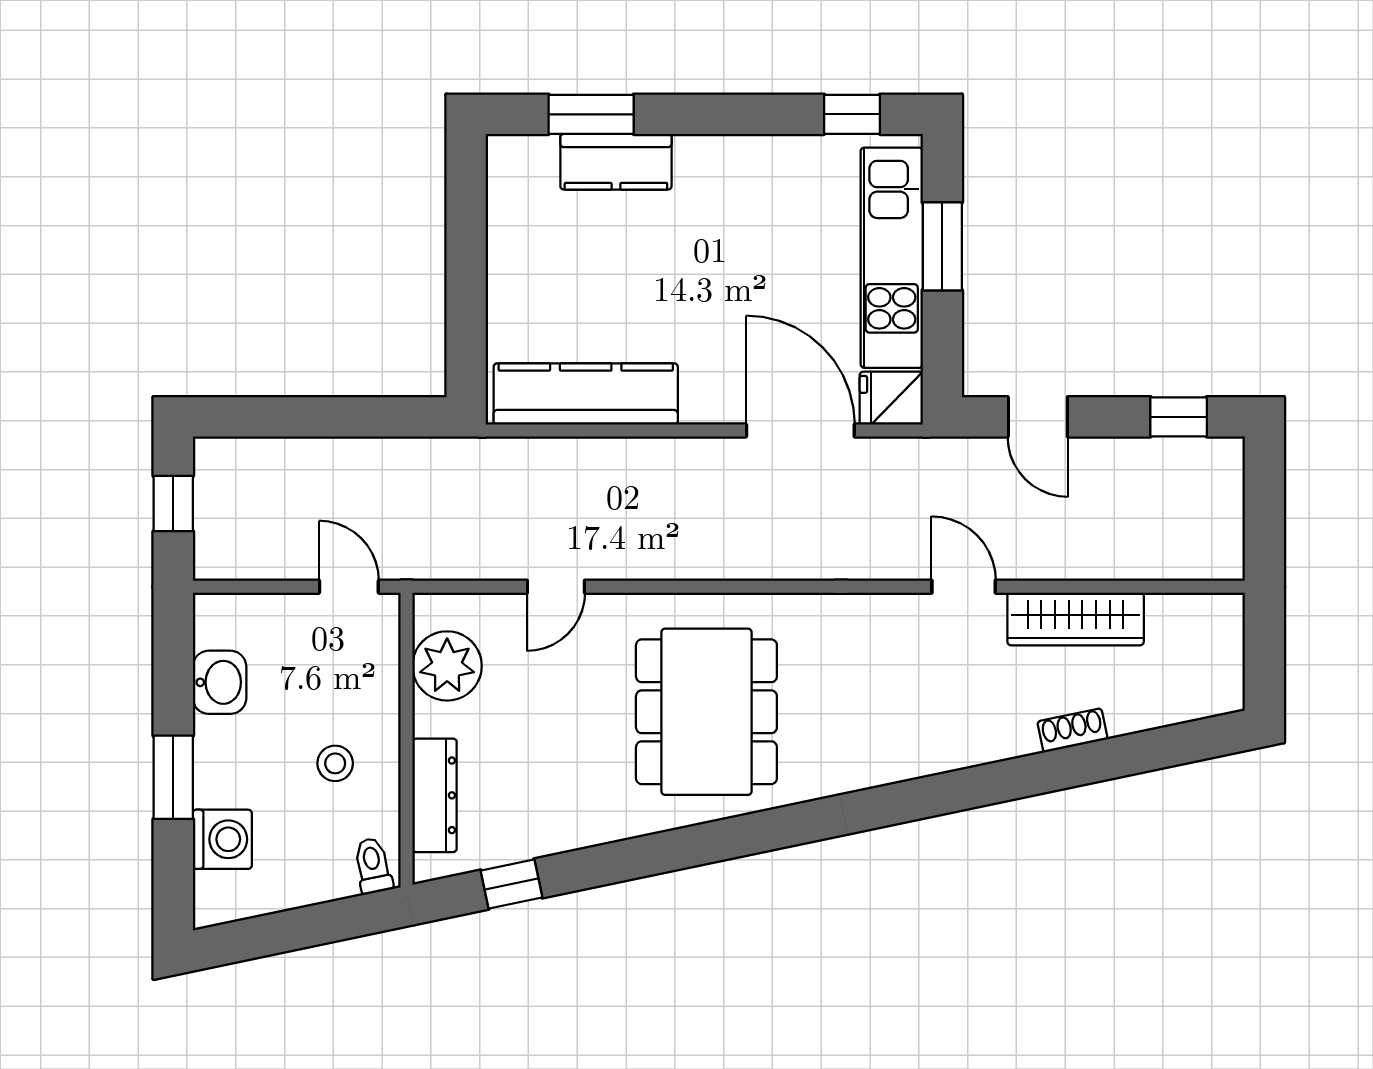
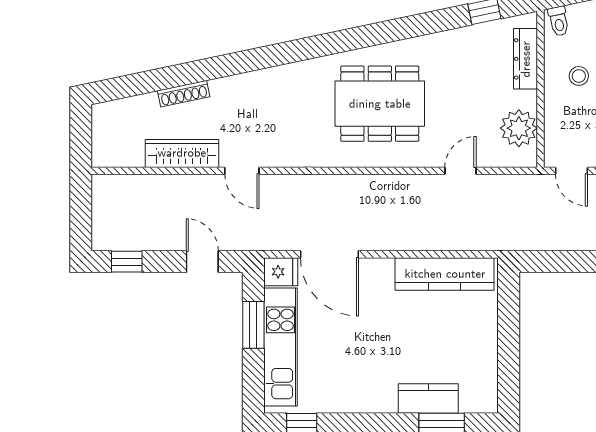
window: (942, 246) -> (253, 325), moved
dining table: (706, 712) -> (380, 104), turned 90
shoe rack: (1072, 730) -> (184, 94), width x1.43

